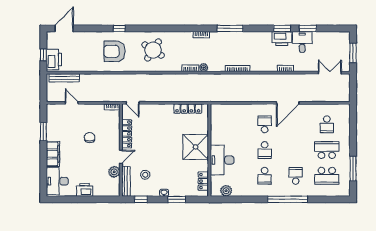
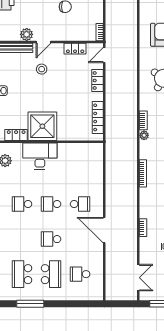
locker: (155, 109) -> (98, 80), added
locker: (127, 134) -> (75, 49), width x0.66
shower: (196, 147) -> (42, 126), moved
door: (121, 157) -> (43, 42), hinge flipped
stool: (145, 175) -> (42, 69), moved
school desk: (296, 176) -> (51, 239), moved, turned 180

